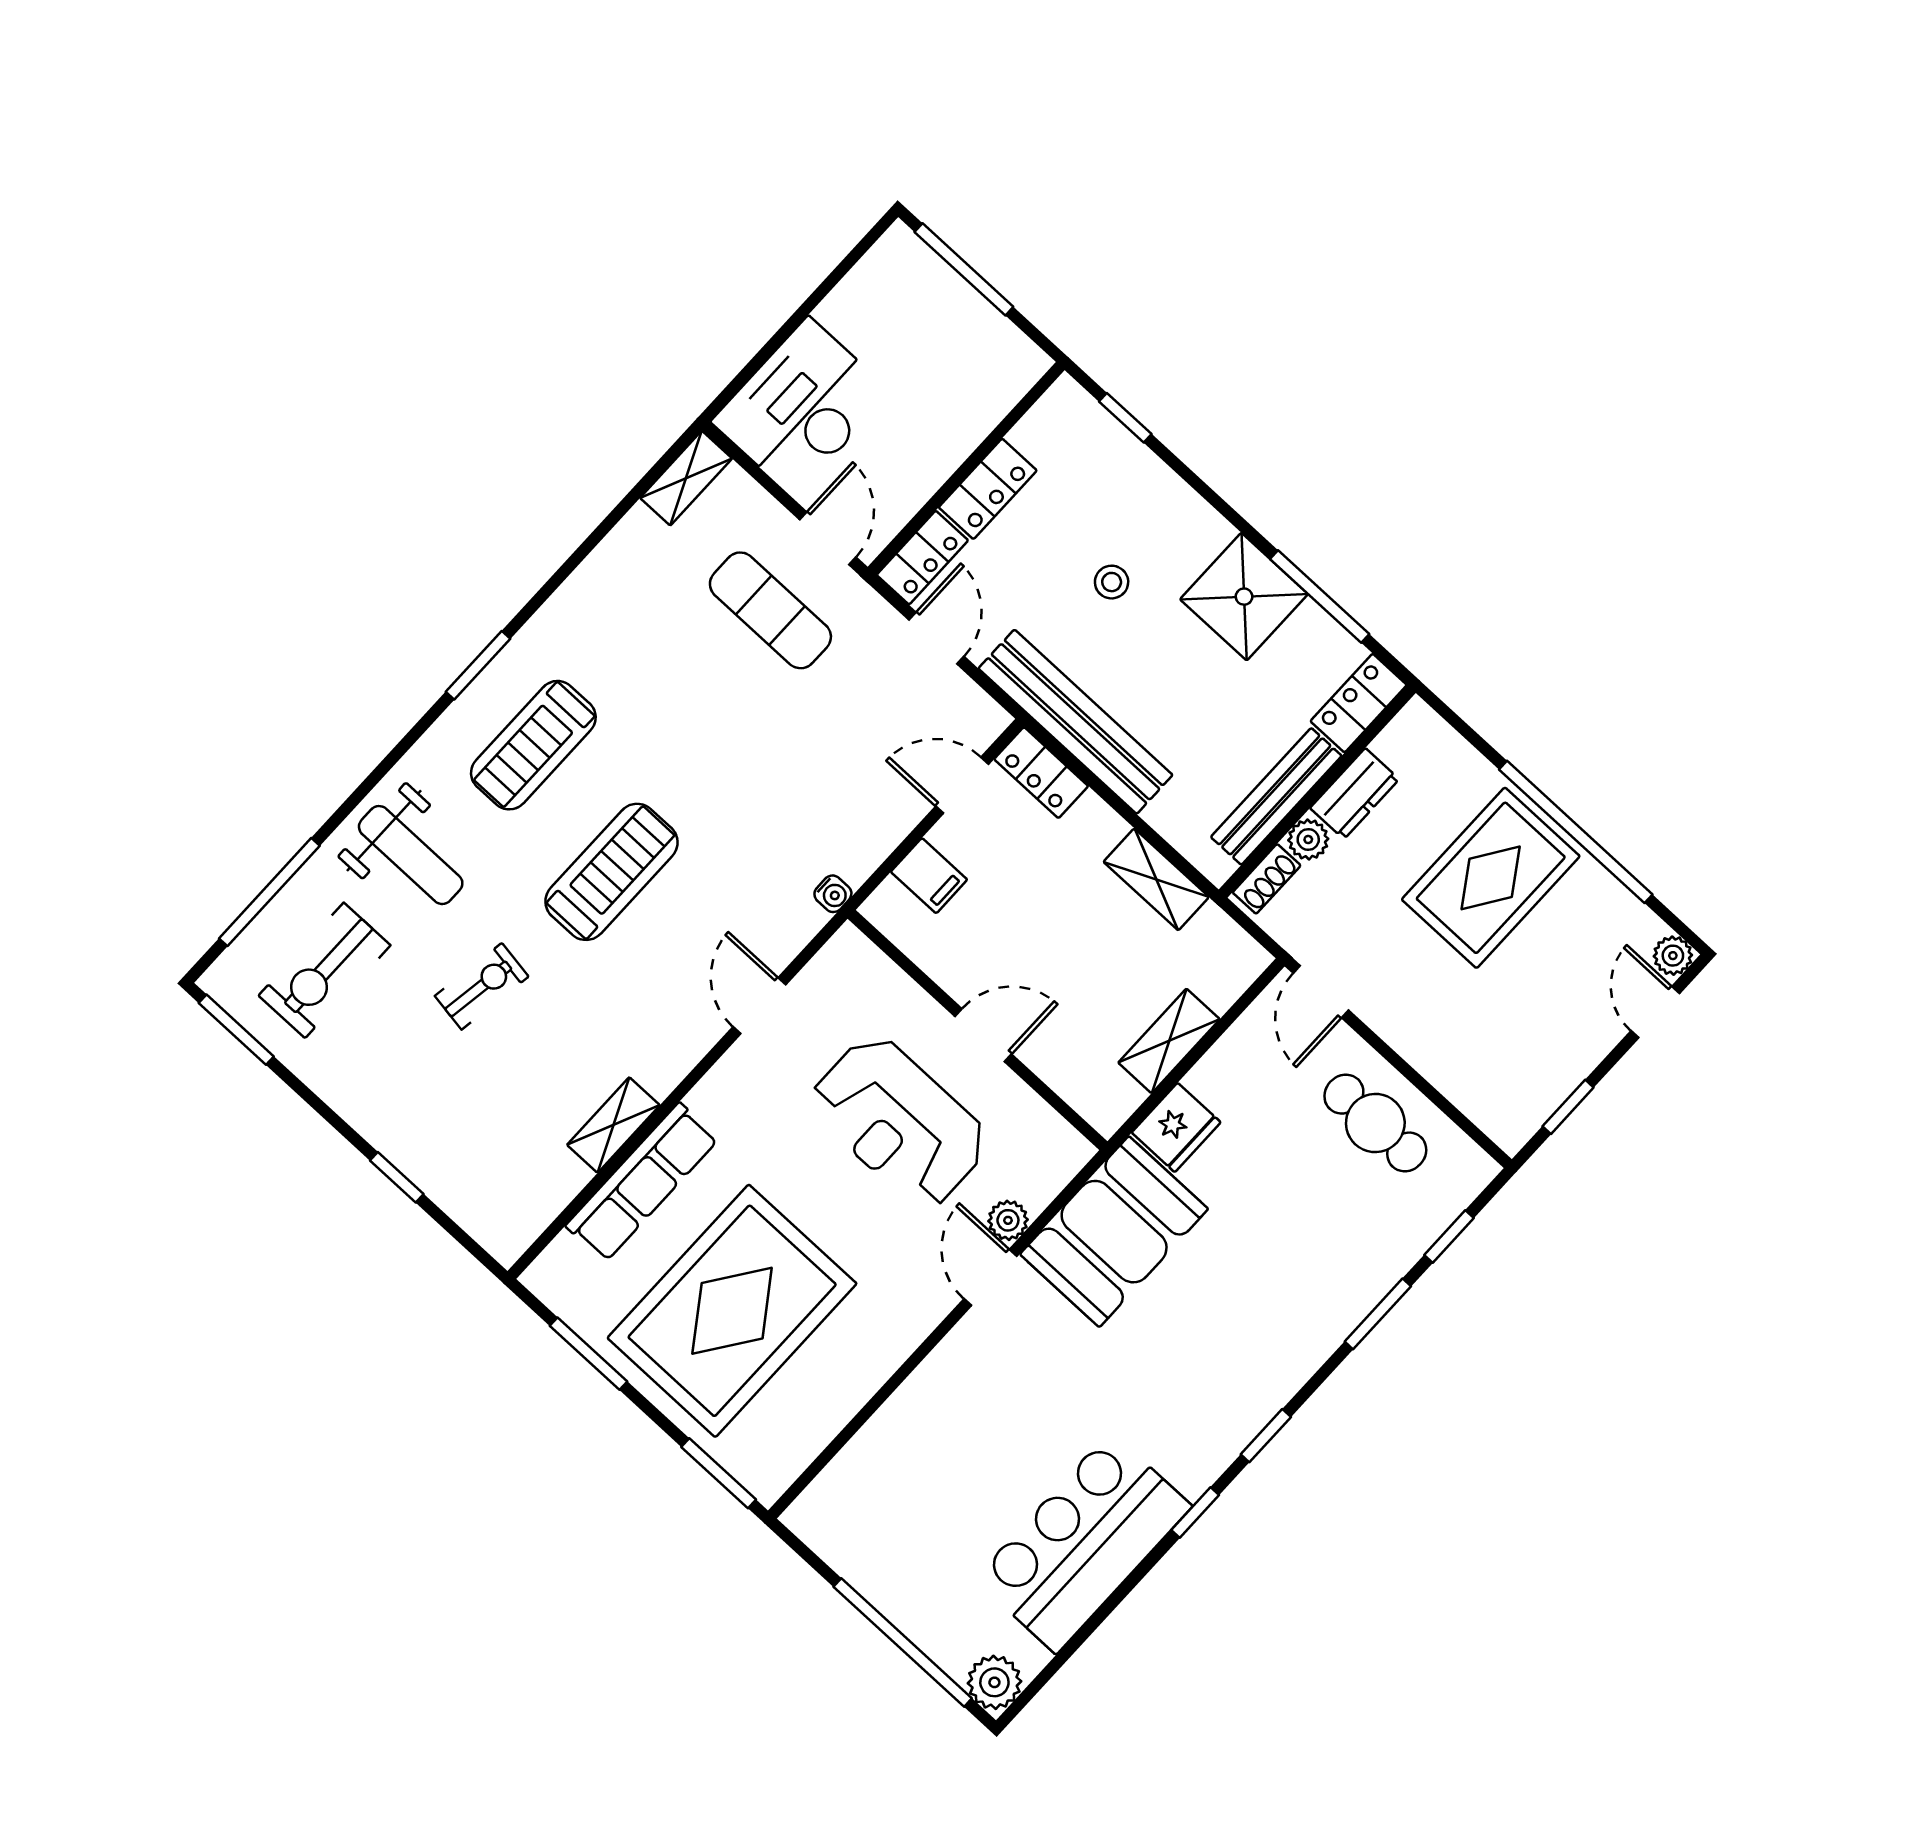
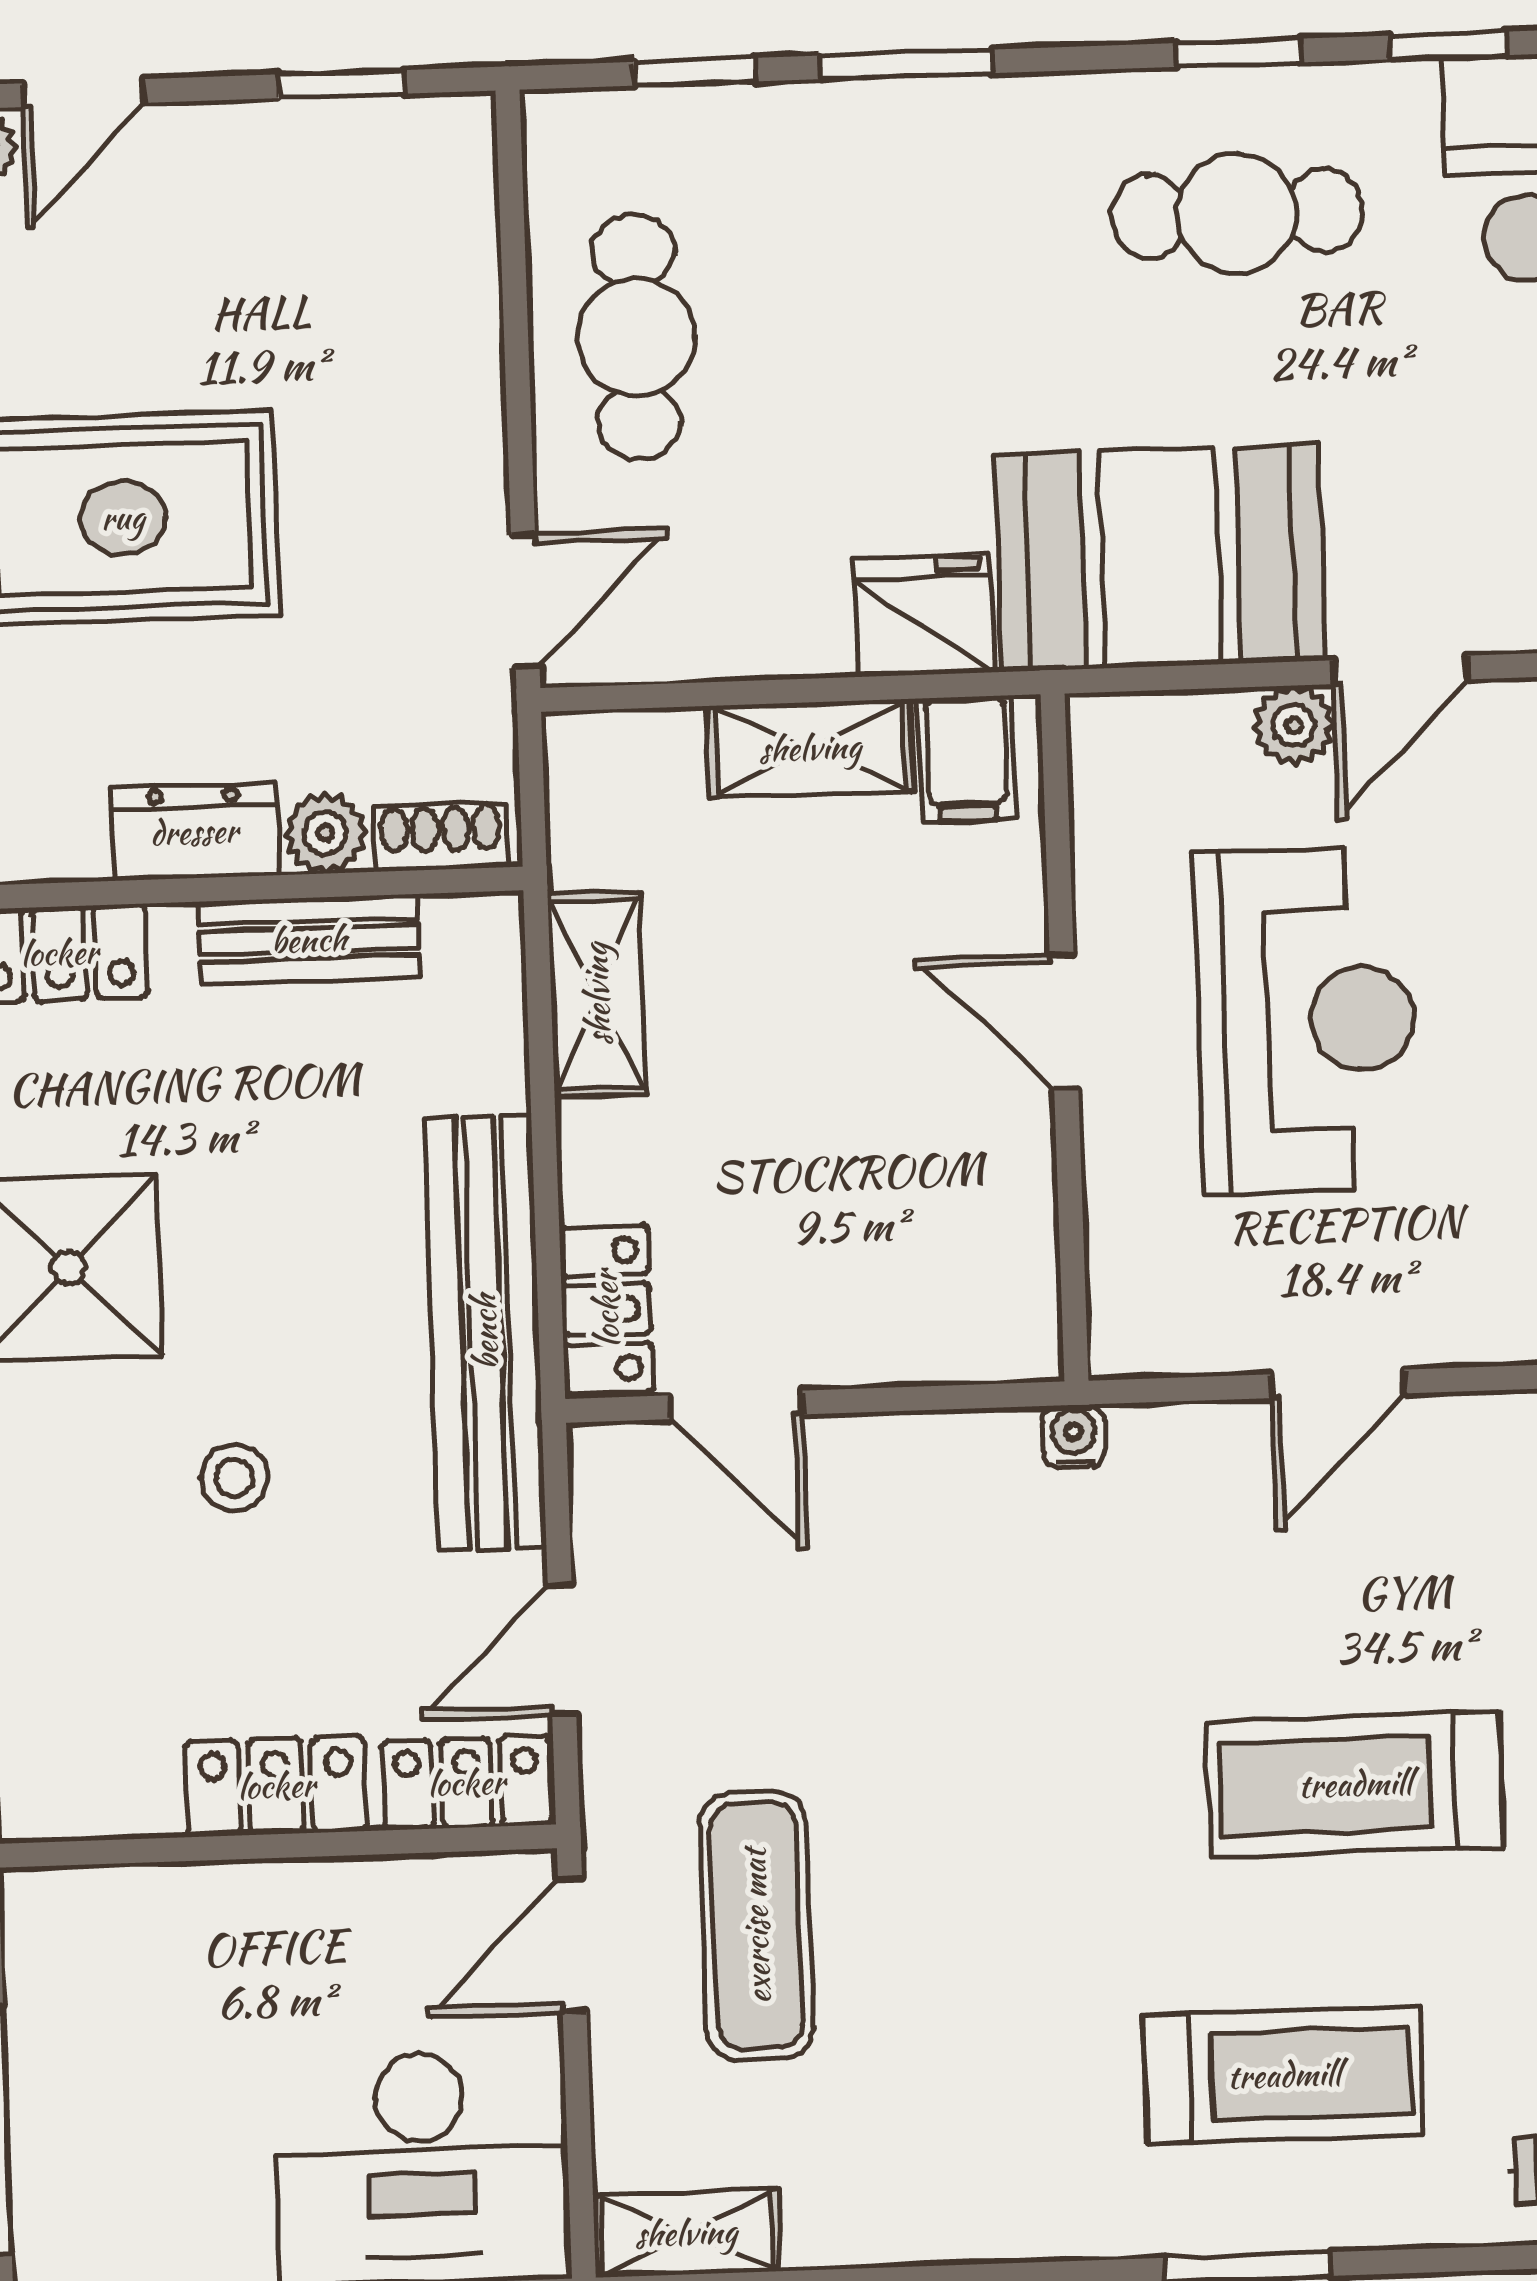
bench: (1276, 796) -> (309, 940), width x0.73
filing cabinet: (929, 876) -> (967, 759), moved, turned 180
cafe table: (1209, 1379) -> (1237, 213), added

